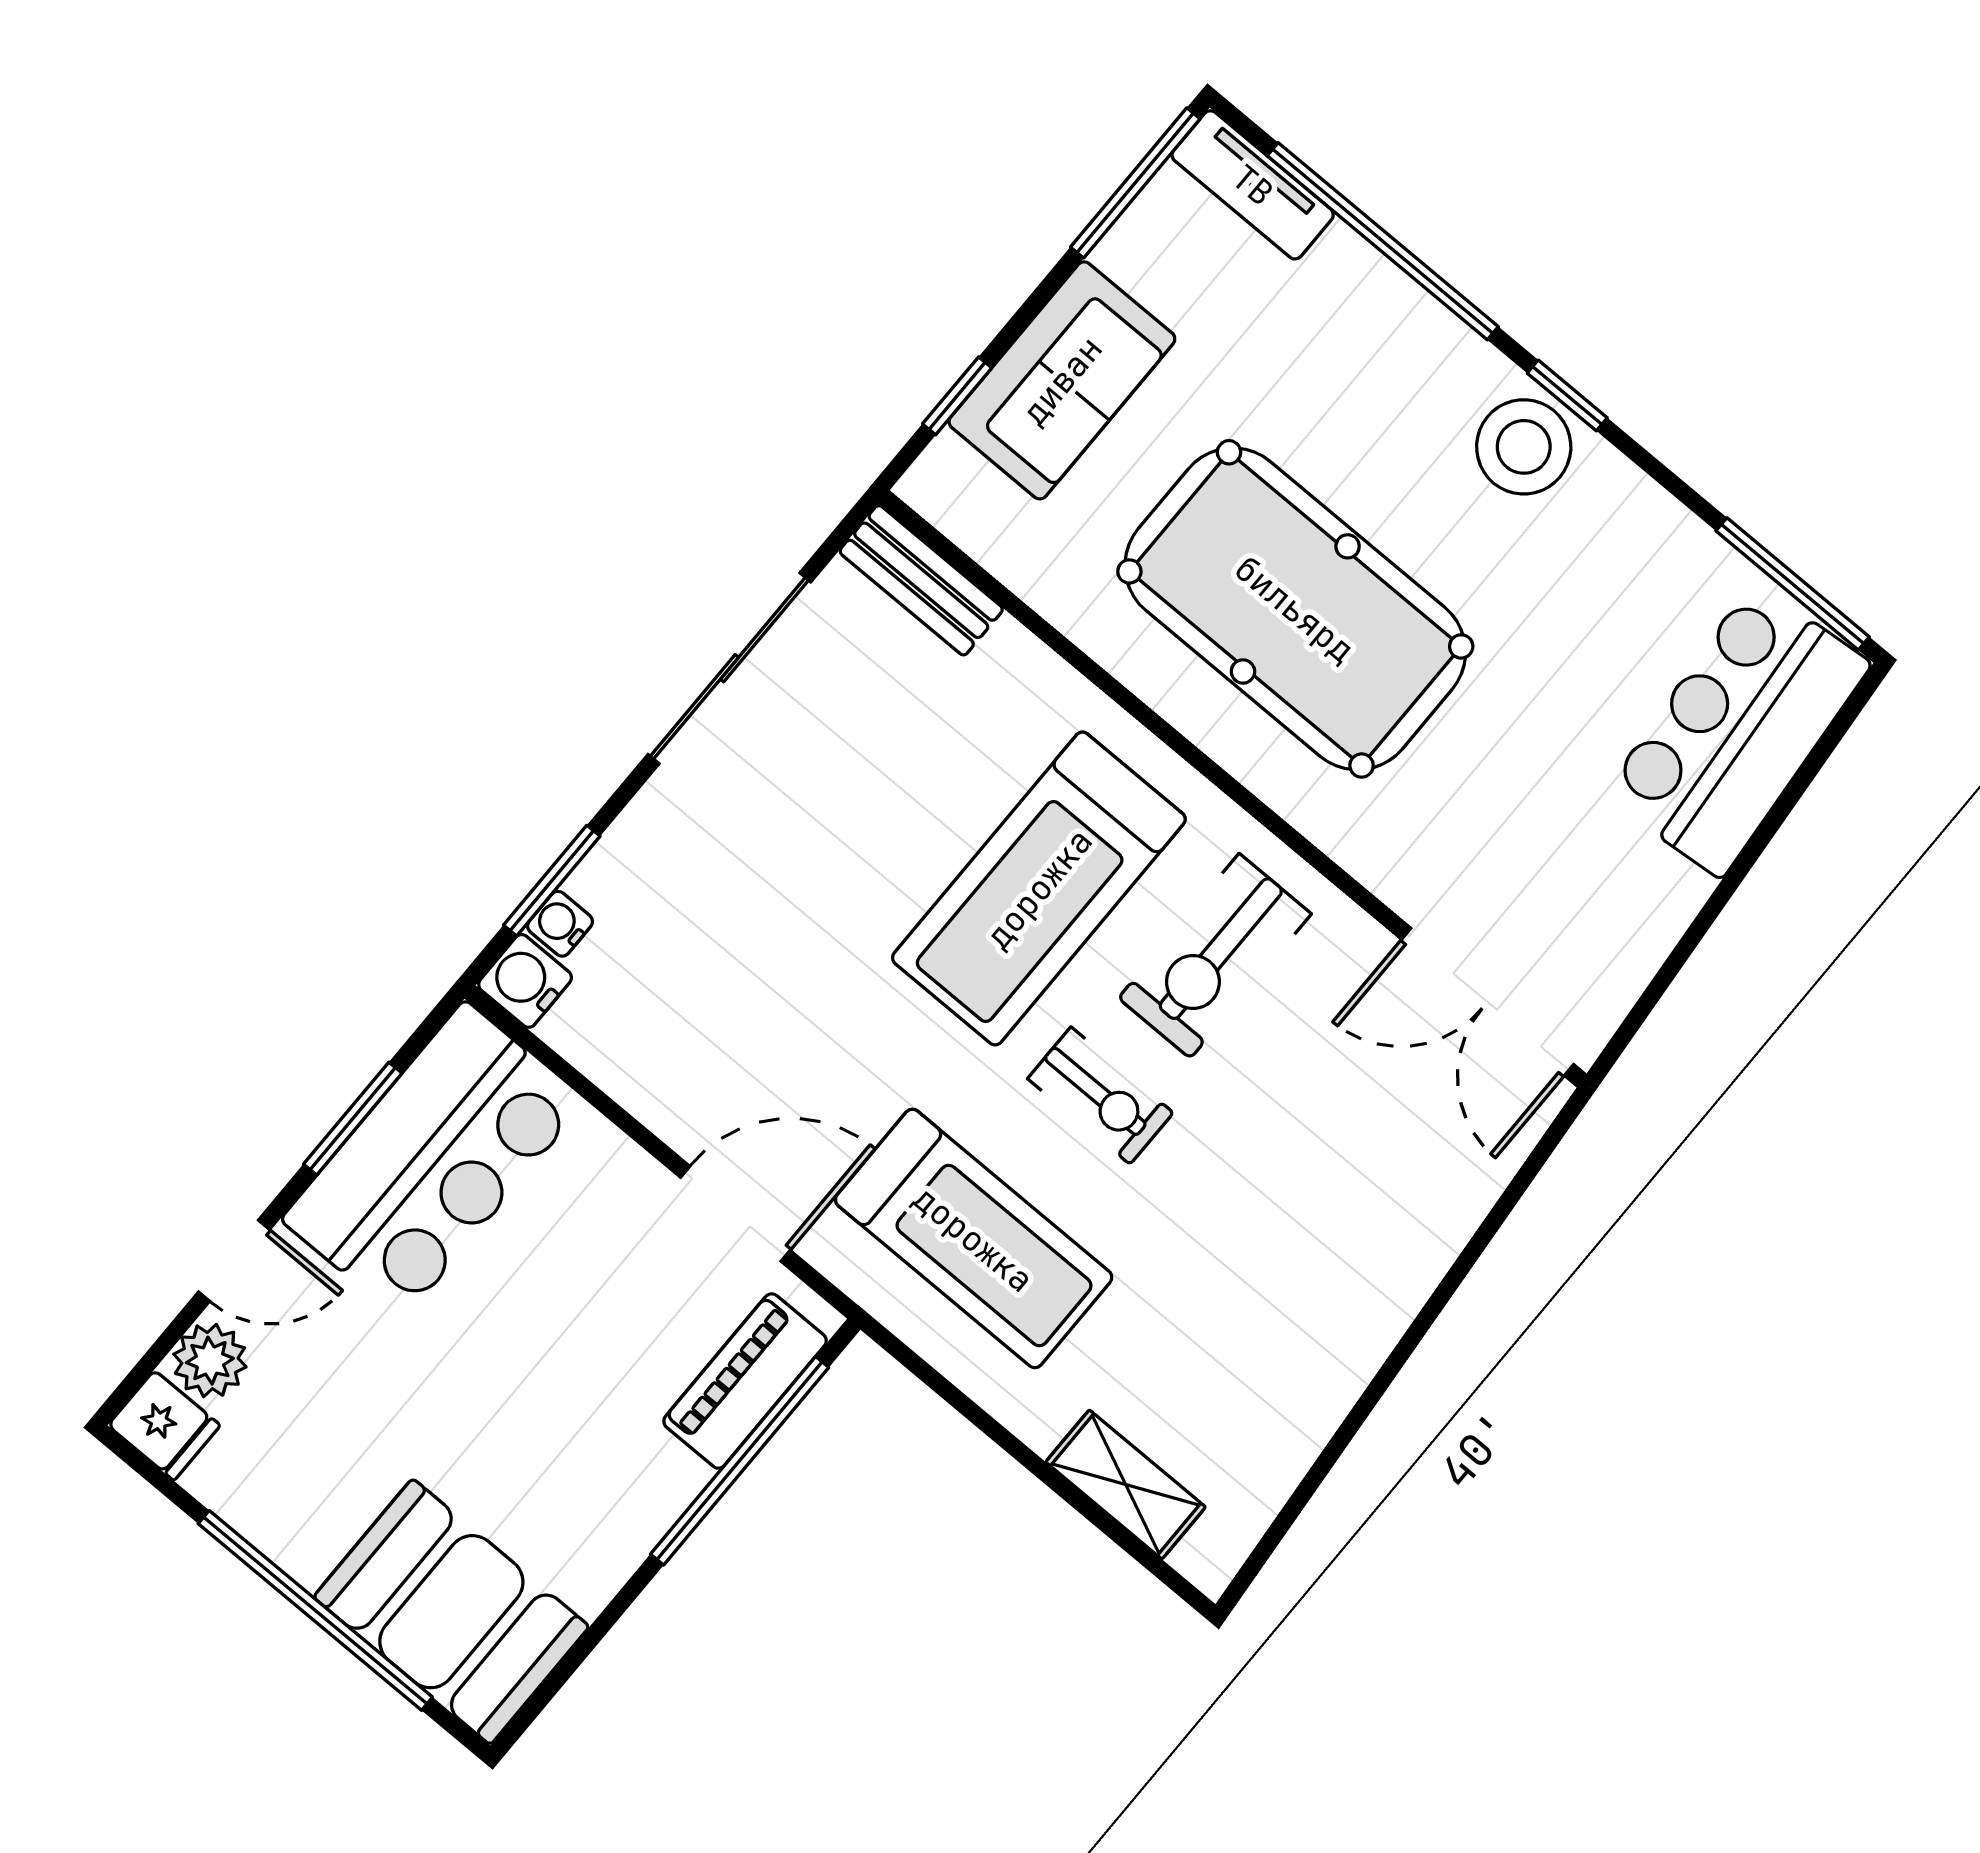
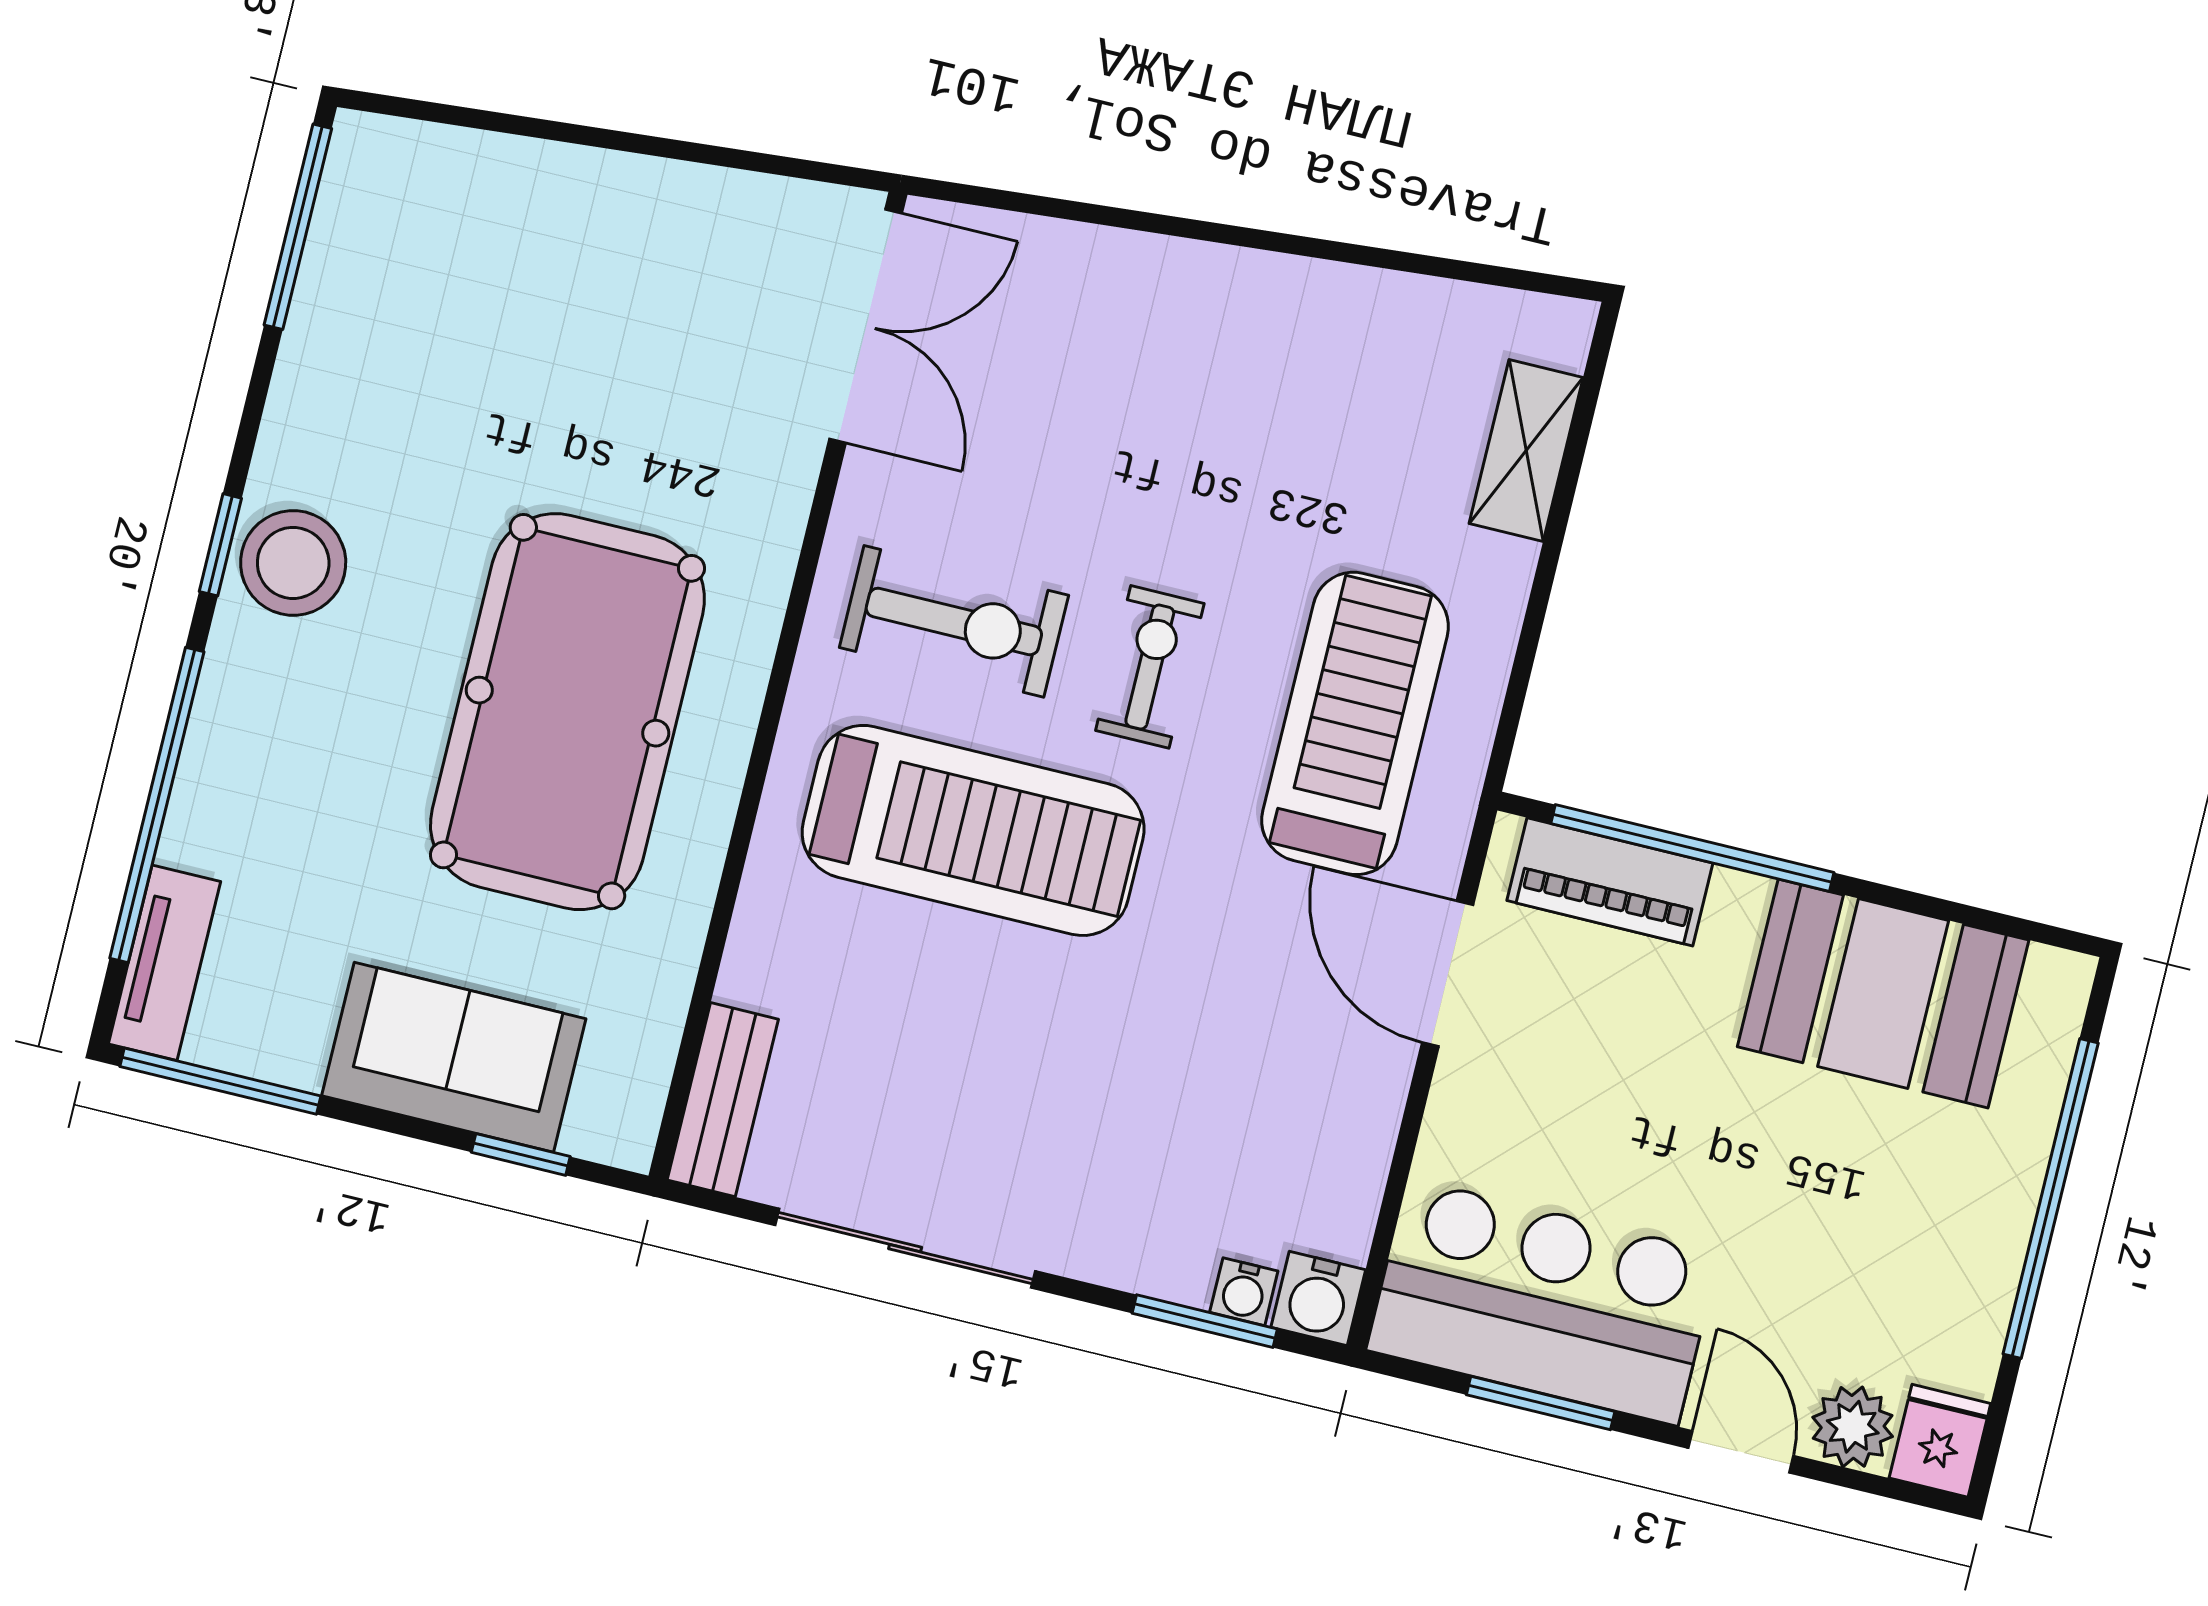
bar counter: (1737, 730) -> (471, 211), removed
booth: (451, 1612) -> (1883, 993), moved, turned 90

